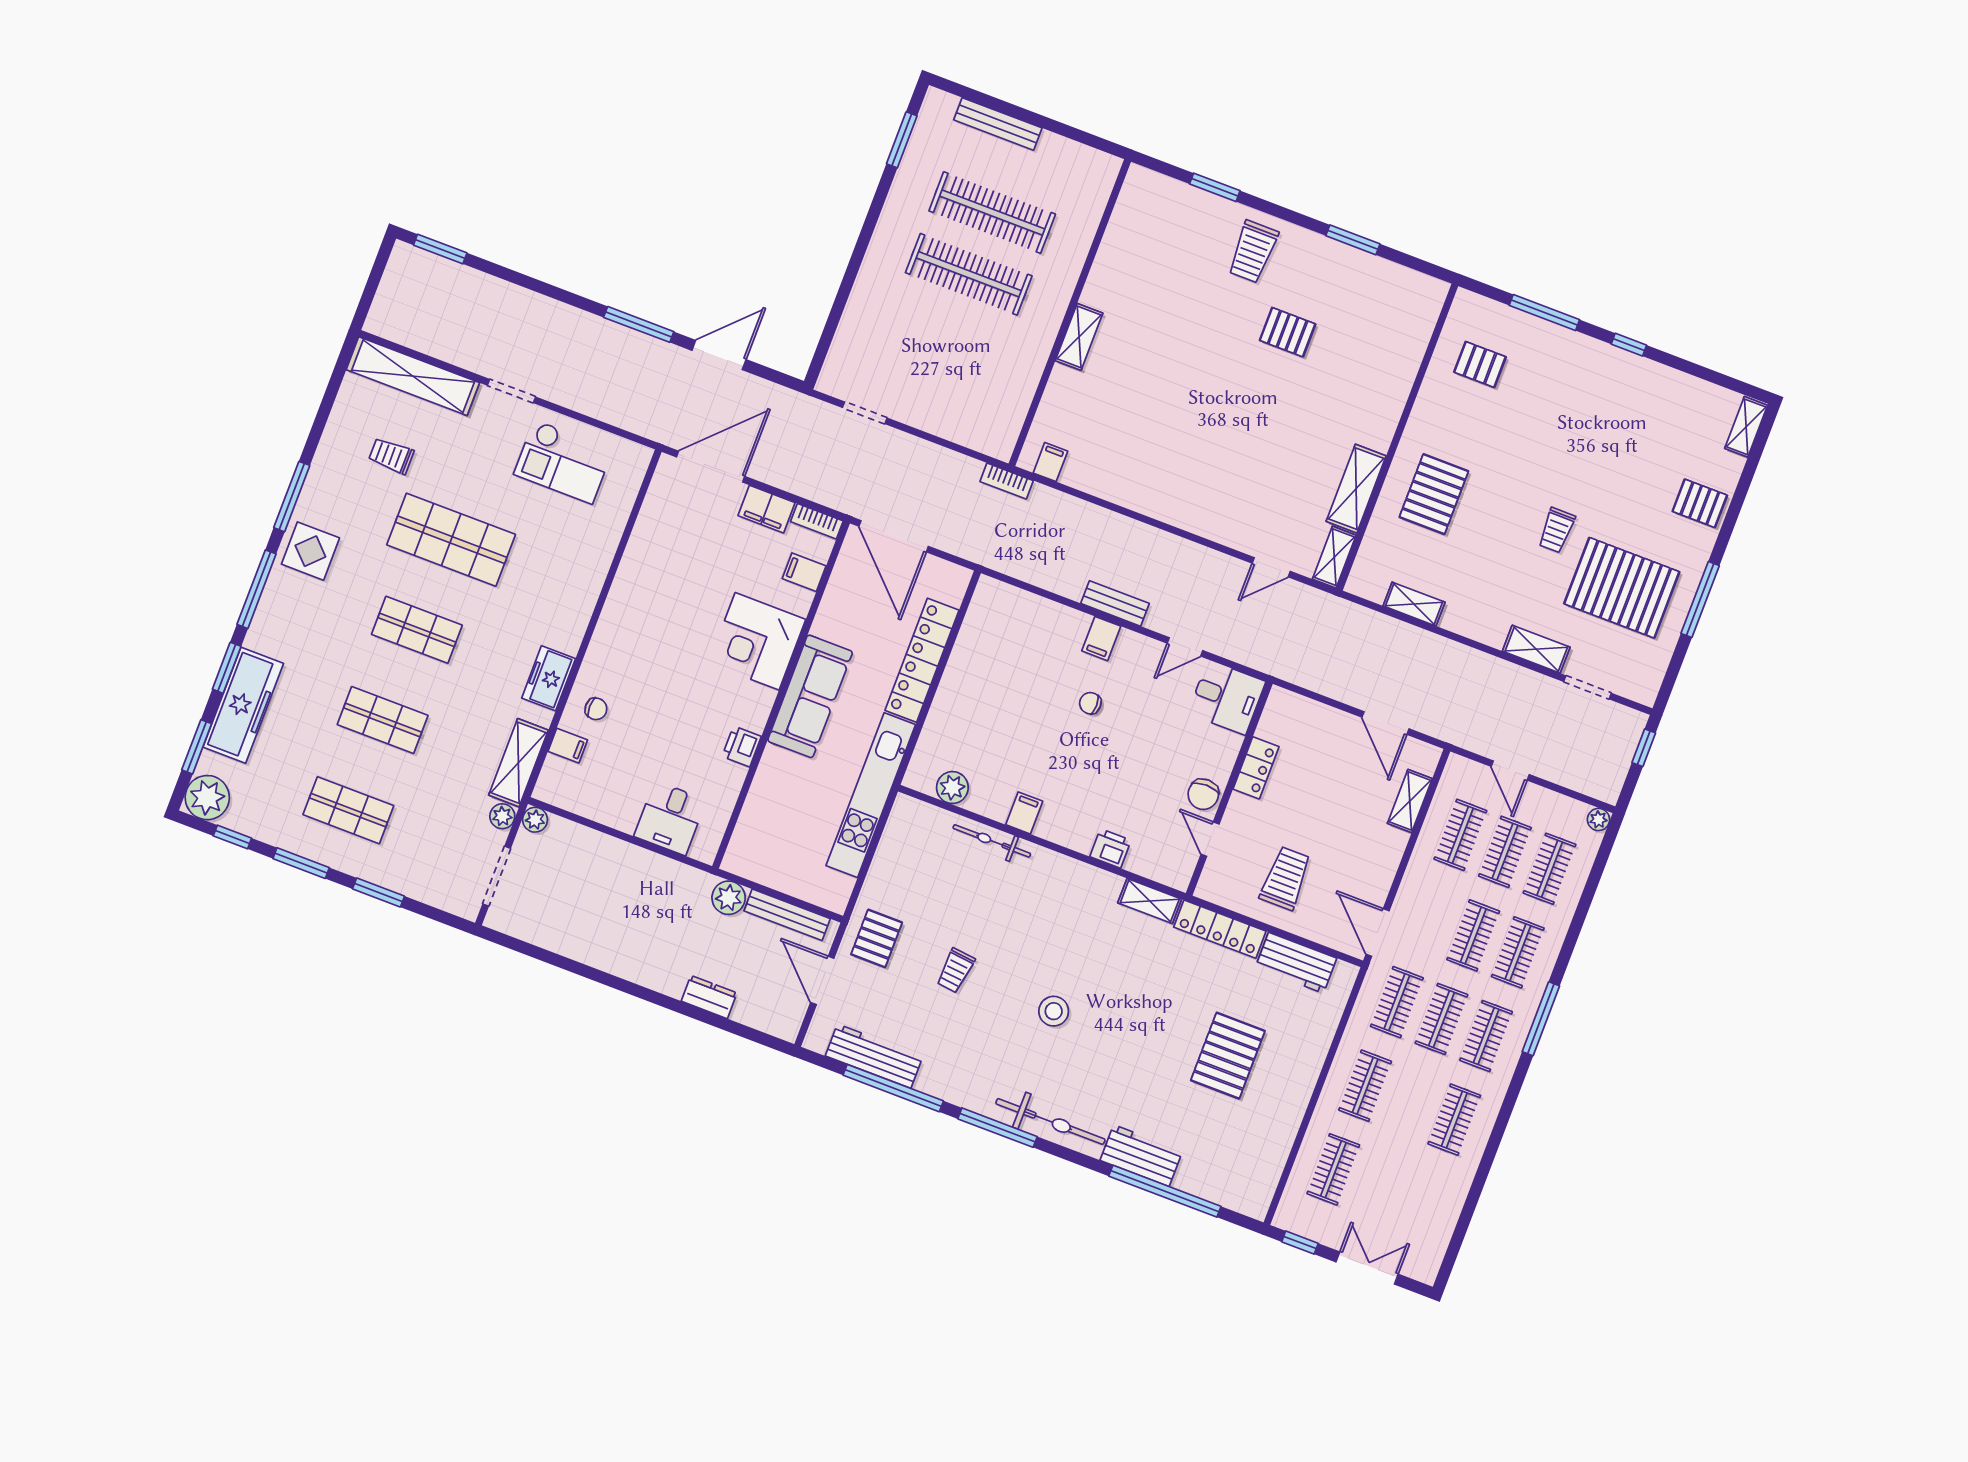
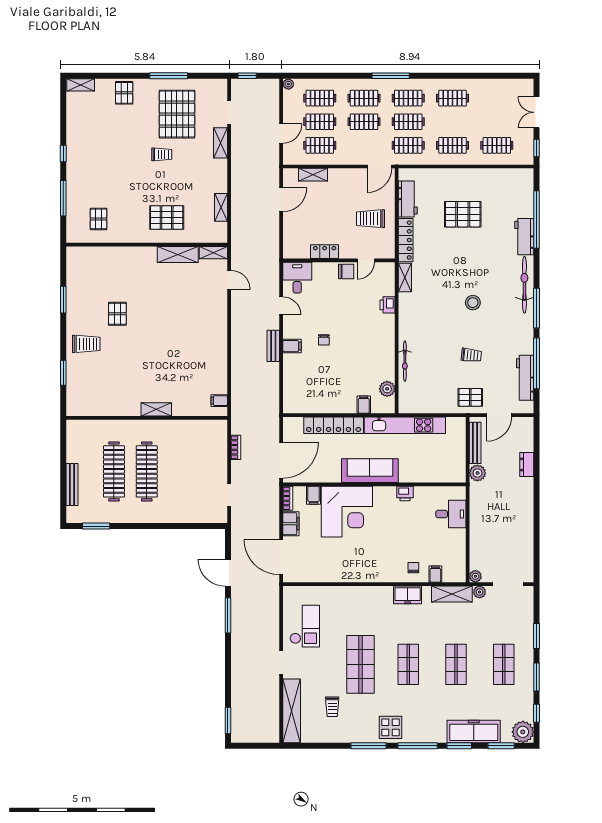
bookcase: (1007, 481) -> (236, 447), moved
corner desk: (757, 641) -> (347, 512), width x1.36, depth x1.36
filing cabinet: (1024, 813) -> (364, 405), moved, turned 90

